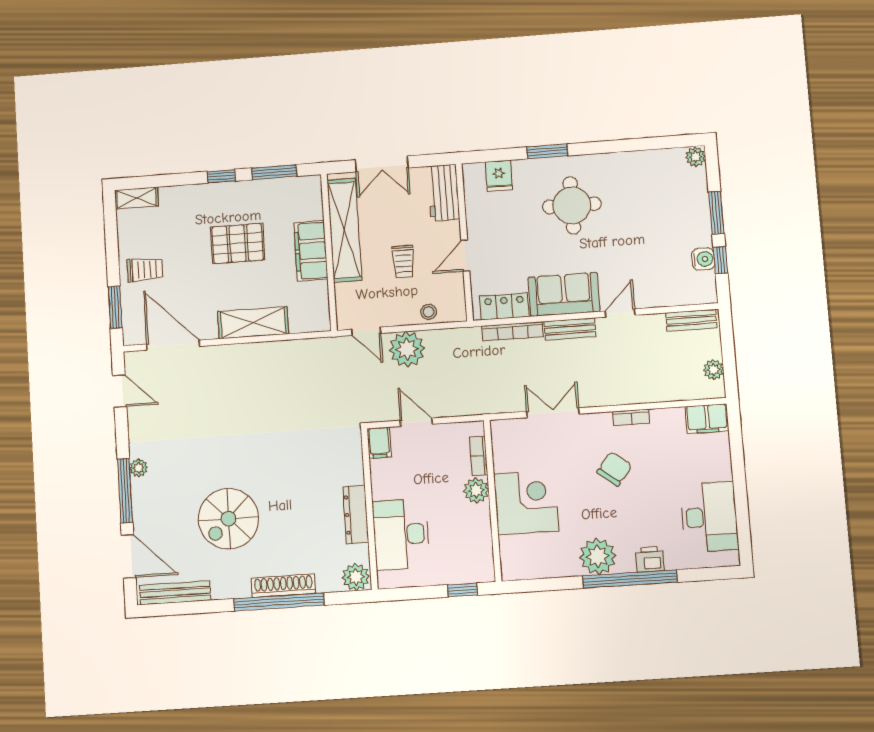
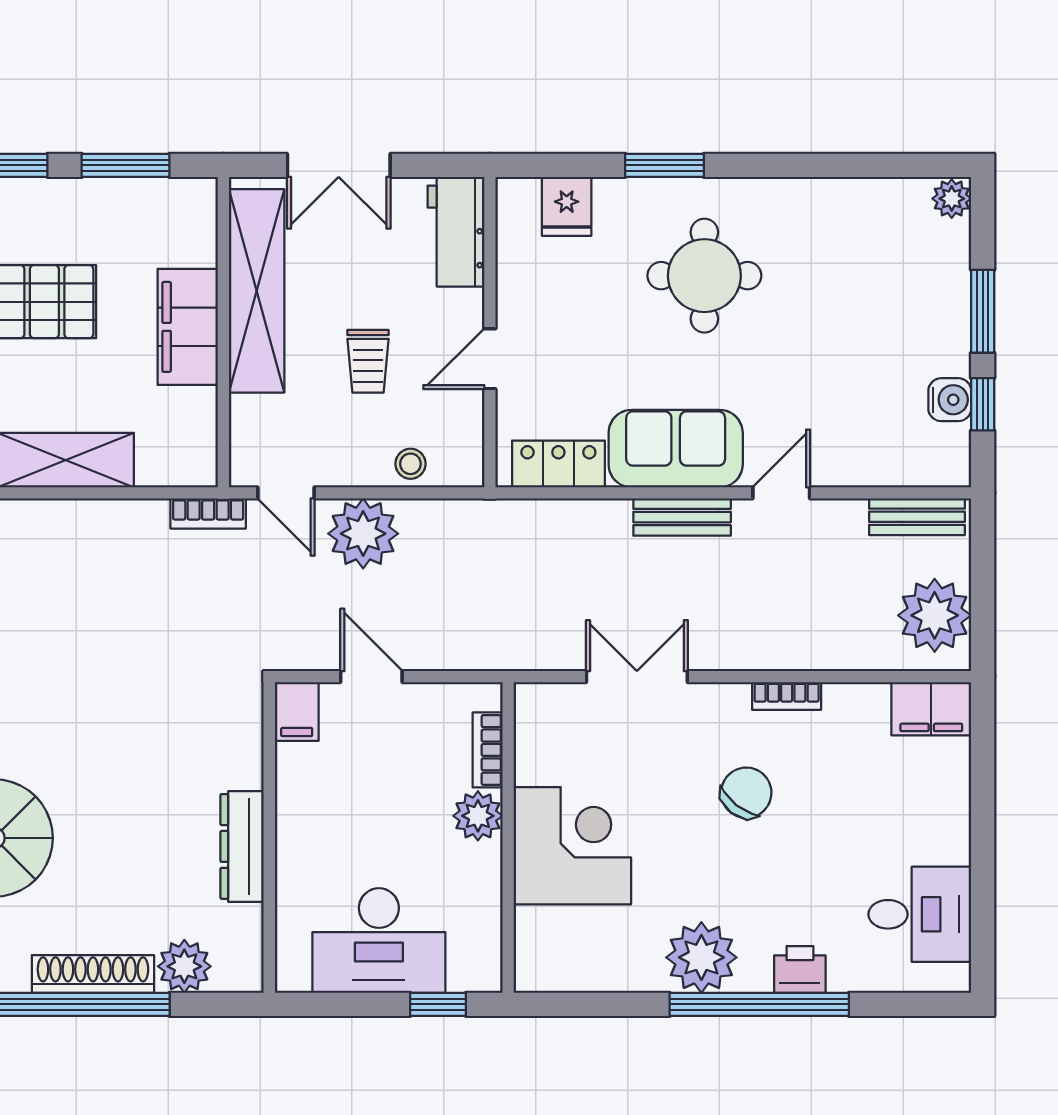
bookcase: (513, 331) -> (208, 514), moved, width x0.64
plant: (714, 370) -> (935, 615), width x1.88, depth x1.88
desk: (709, 517) -> (920, 914), width x0.73
desk: (401, 534) -> (379, 940), moved, turned -90
plant: (356, 577) -> (184, 966), moved

